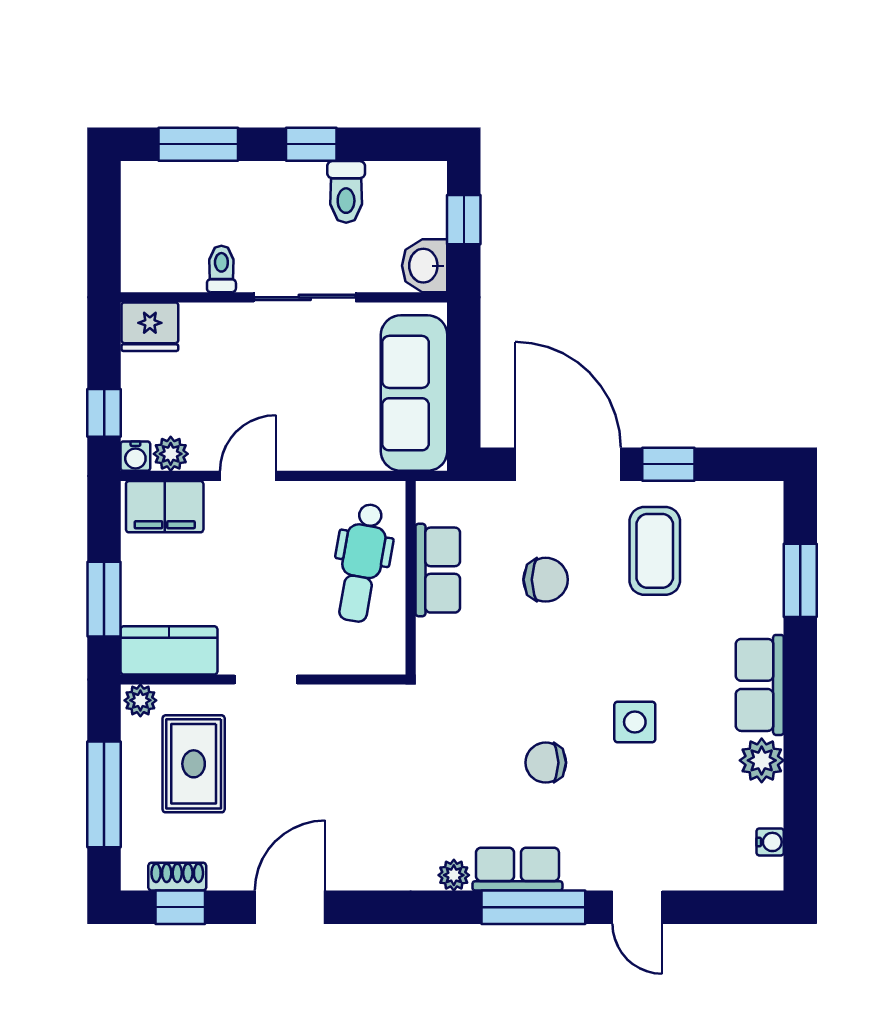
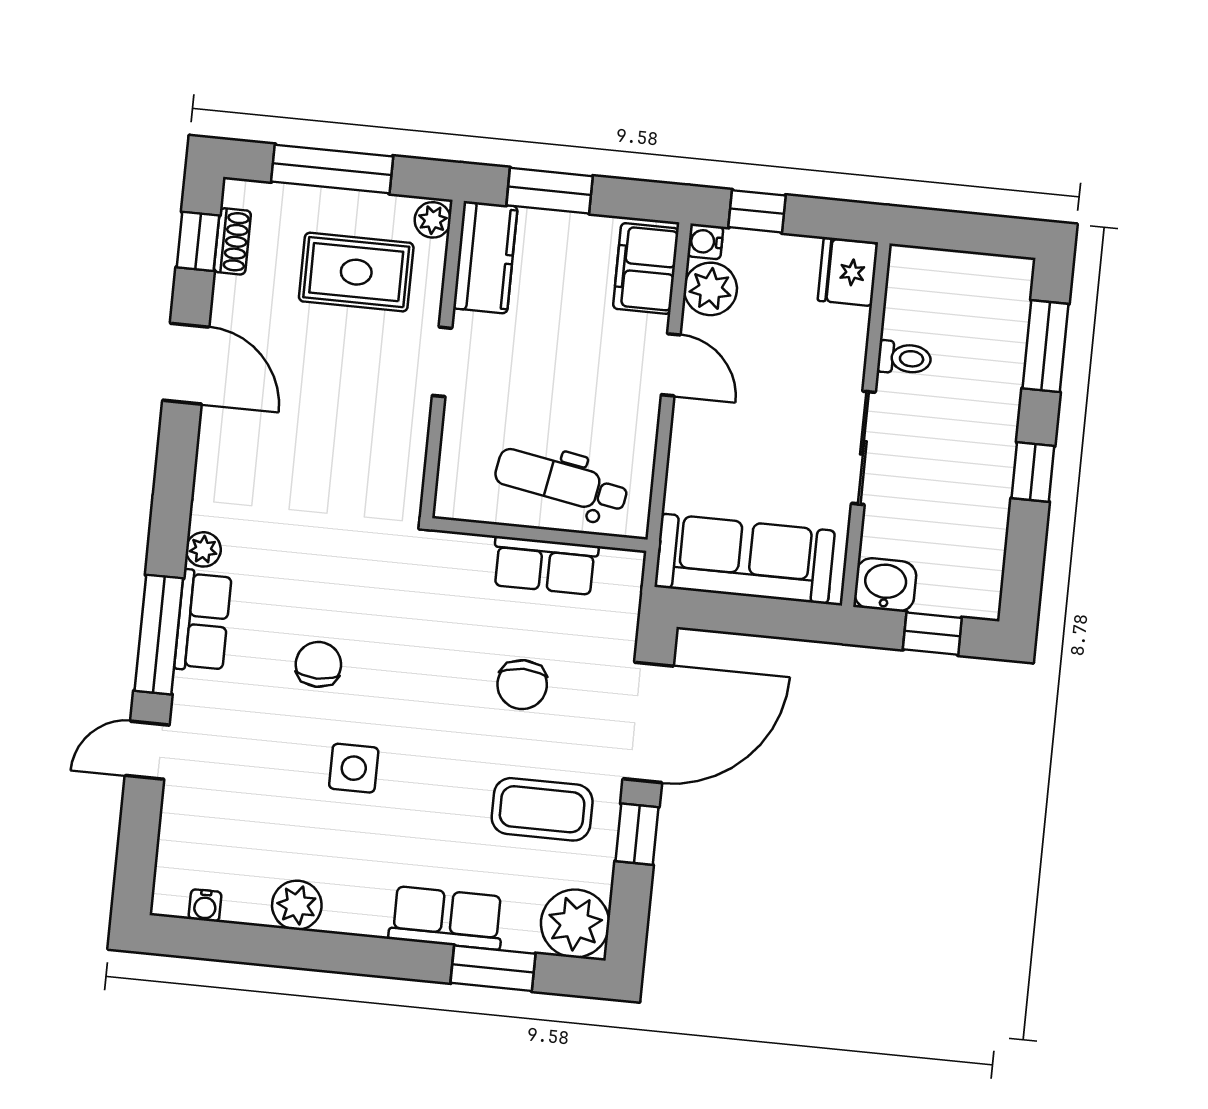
toilet: (346, 192) -> (976, 505), removed
plant: (171, 454) -> (710, 289), width x1.38, depth x1.38
plant: (753, 511) -> (575, 923), added
row of seats: (760, 685) -> (447, 918), moved

